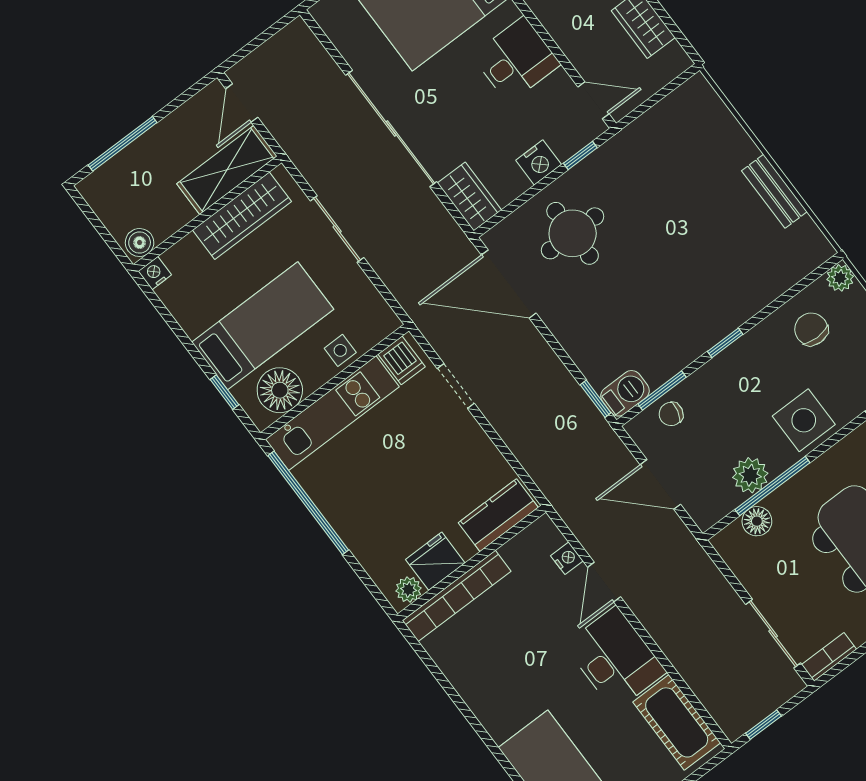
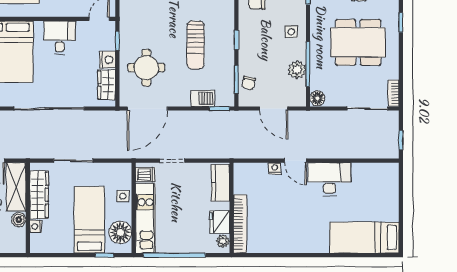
wardrobe: (469, 197) -> (107, 85), moved, turned -90
boiler: (140, 243) -> (19, 220), moved
nightstand: (155, 273) -> (36, 226), moved
sun lounger: (668, 284) -> (196, 45), added
barbecue: (625, 393) -> (203, 98), moved, turned 90
side table: (804, 420) -> (291, 32), width x0.54, depth x0.54
door: (660, 484) -> (273, 109), hinge flipped
kitchen counter: (498, 515) -> (220, 183), moved
floor lamp: (757, 521) -> (317, 98), moved
fridge: (435, 561) -> (220, 222), moved
wall: (472, 563) -> (231, 208), moved
plant: (409, 589) -> (223, 241), moved
bookcase: (457, 596) -> (240, 224), moved
cot: (677, 722) -> (374, 174), removed

